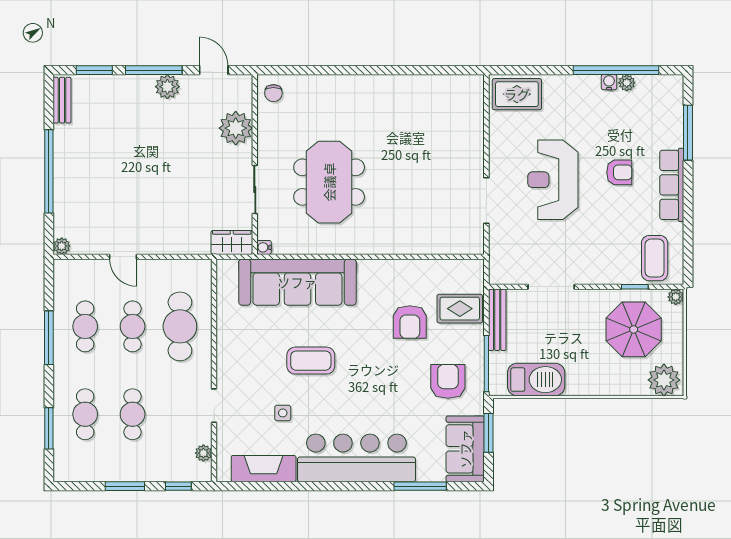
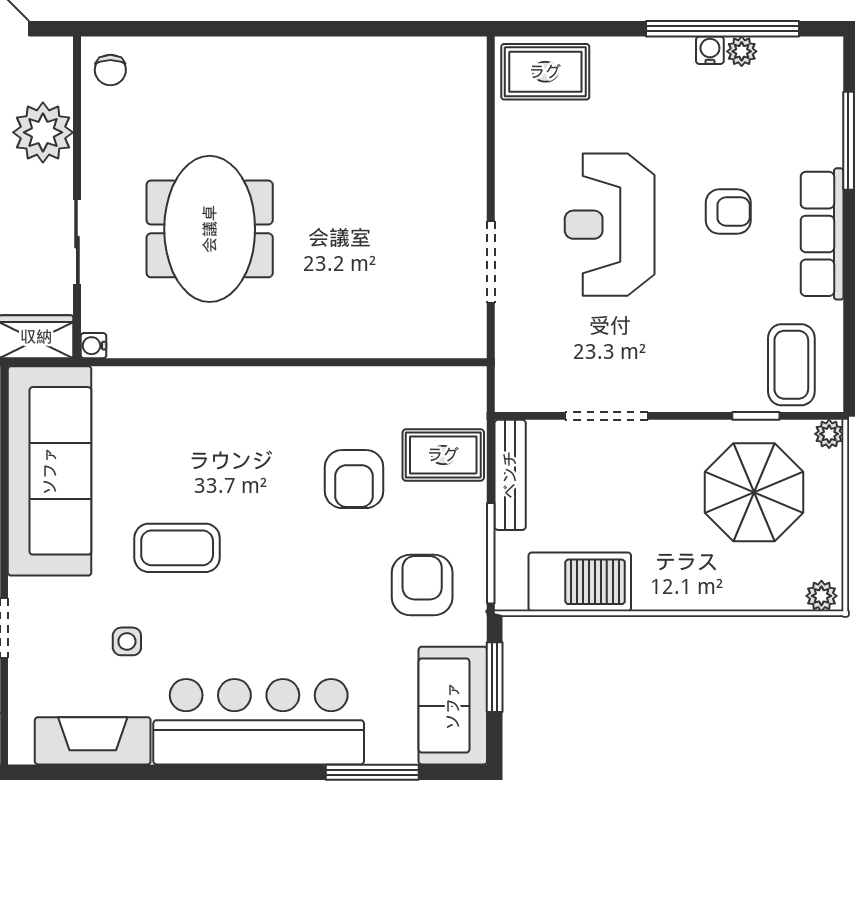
sofa: (297, 282) -> (50, 471), moved, turned -90
plant: (664, 380) -> (821, 596), width x0.53, depth x0.53

